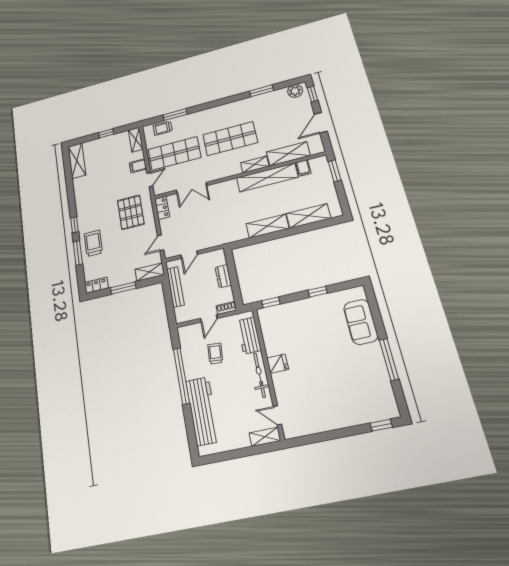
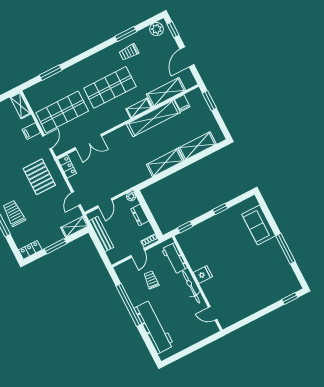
trolley: (163, 128) -> (129, 52), moved
plant: (220, 254) -> (131, 196), added
shelving: (265, 437) -> (207, 332), removed

